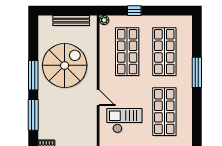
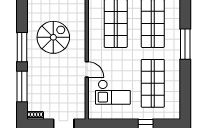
spiral stairs: (65, 65) -> (53, 37), width x0.73, depth x0.73
checkout: (124, 121) -> (113, 92), turned 180

